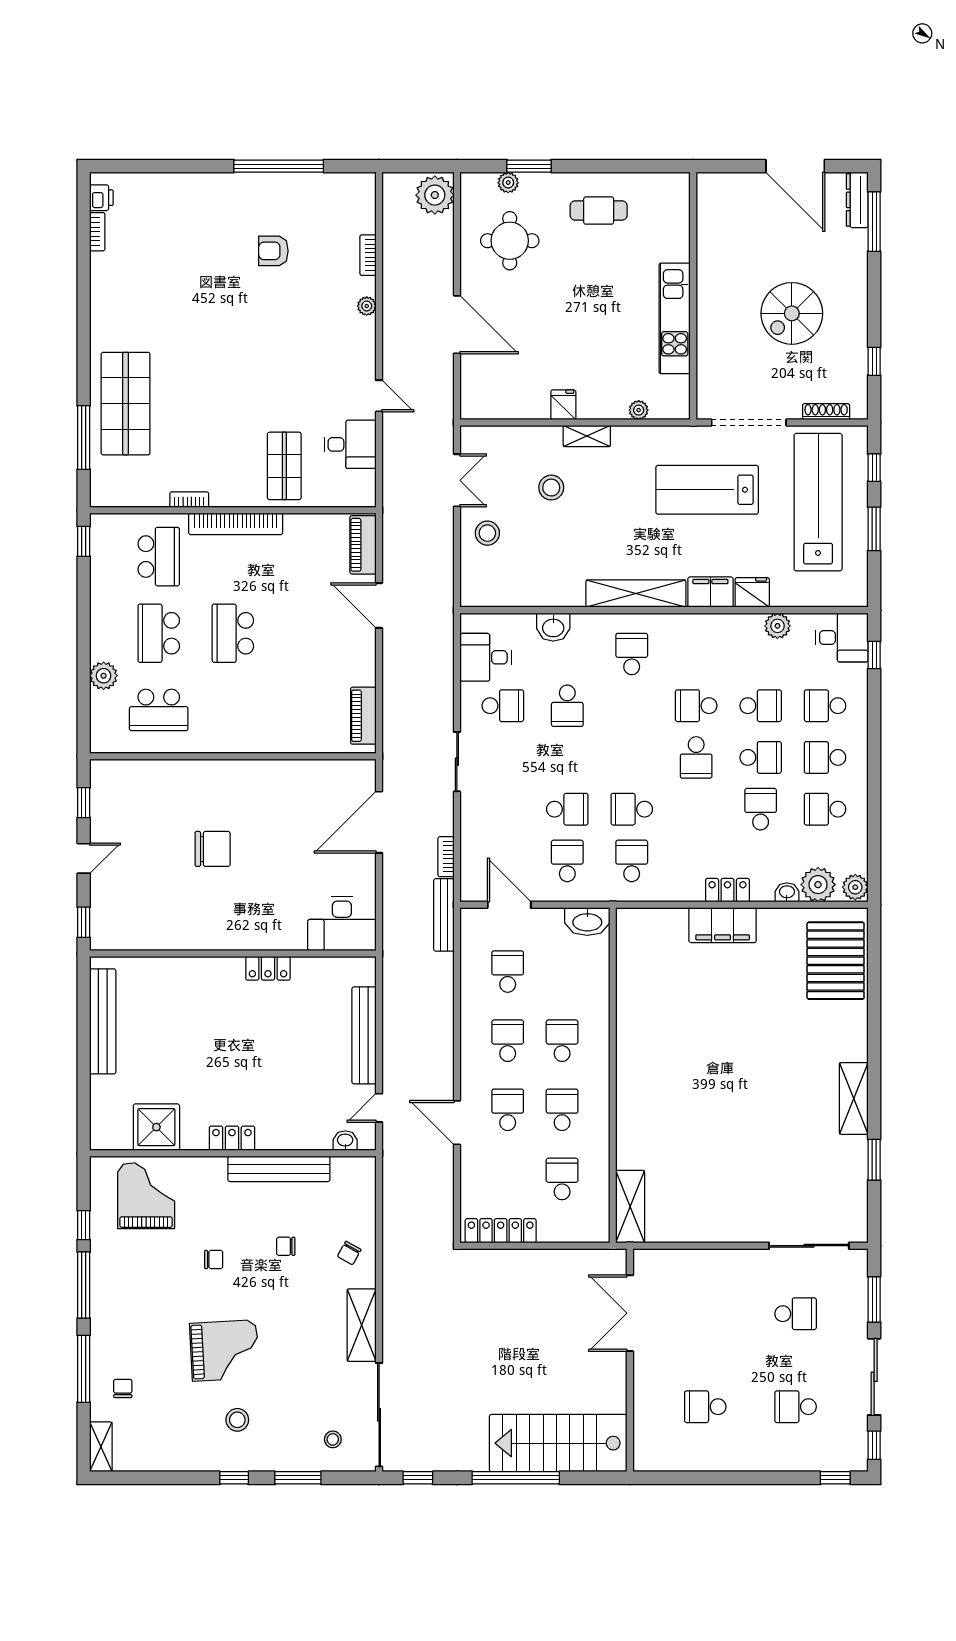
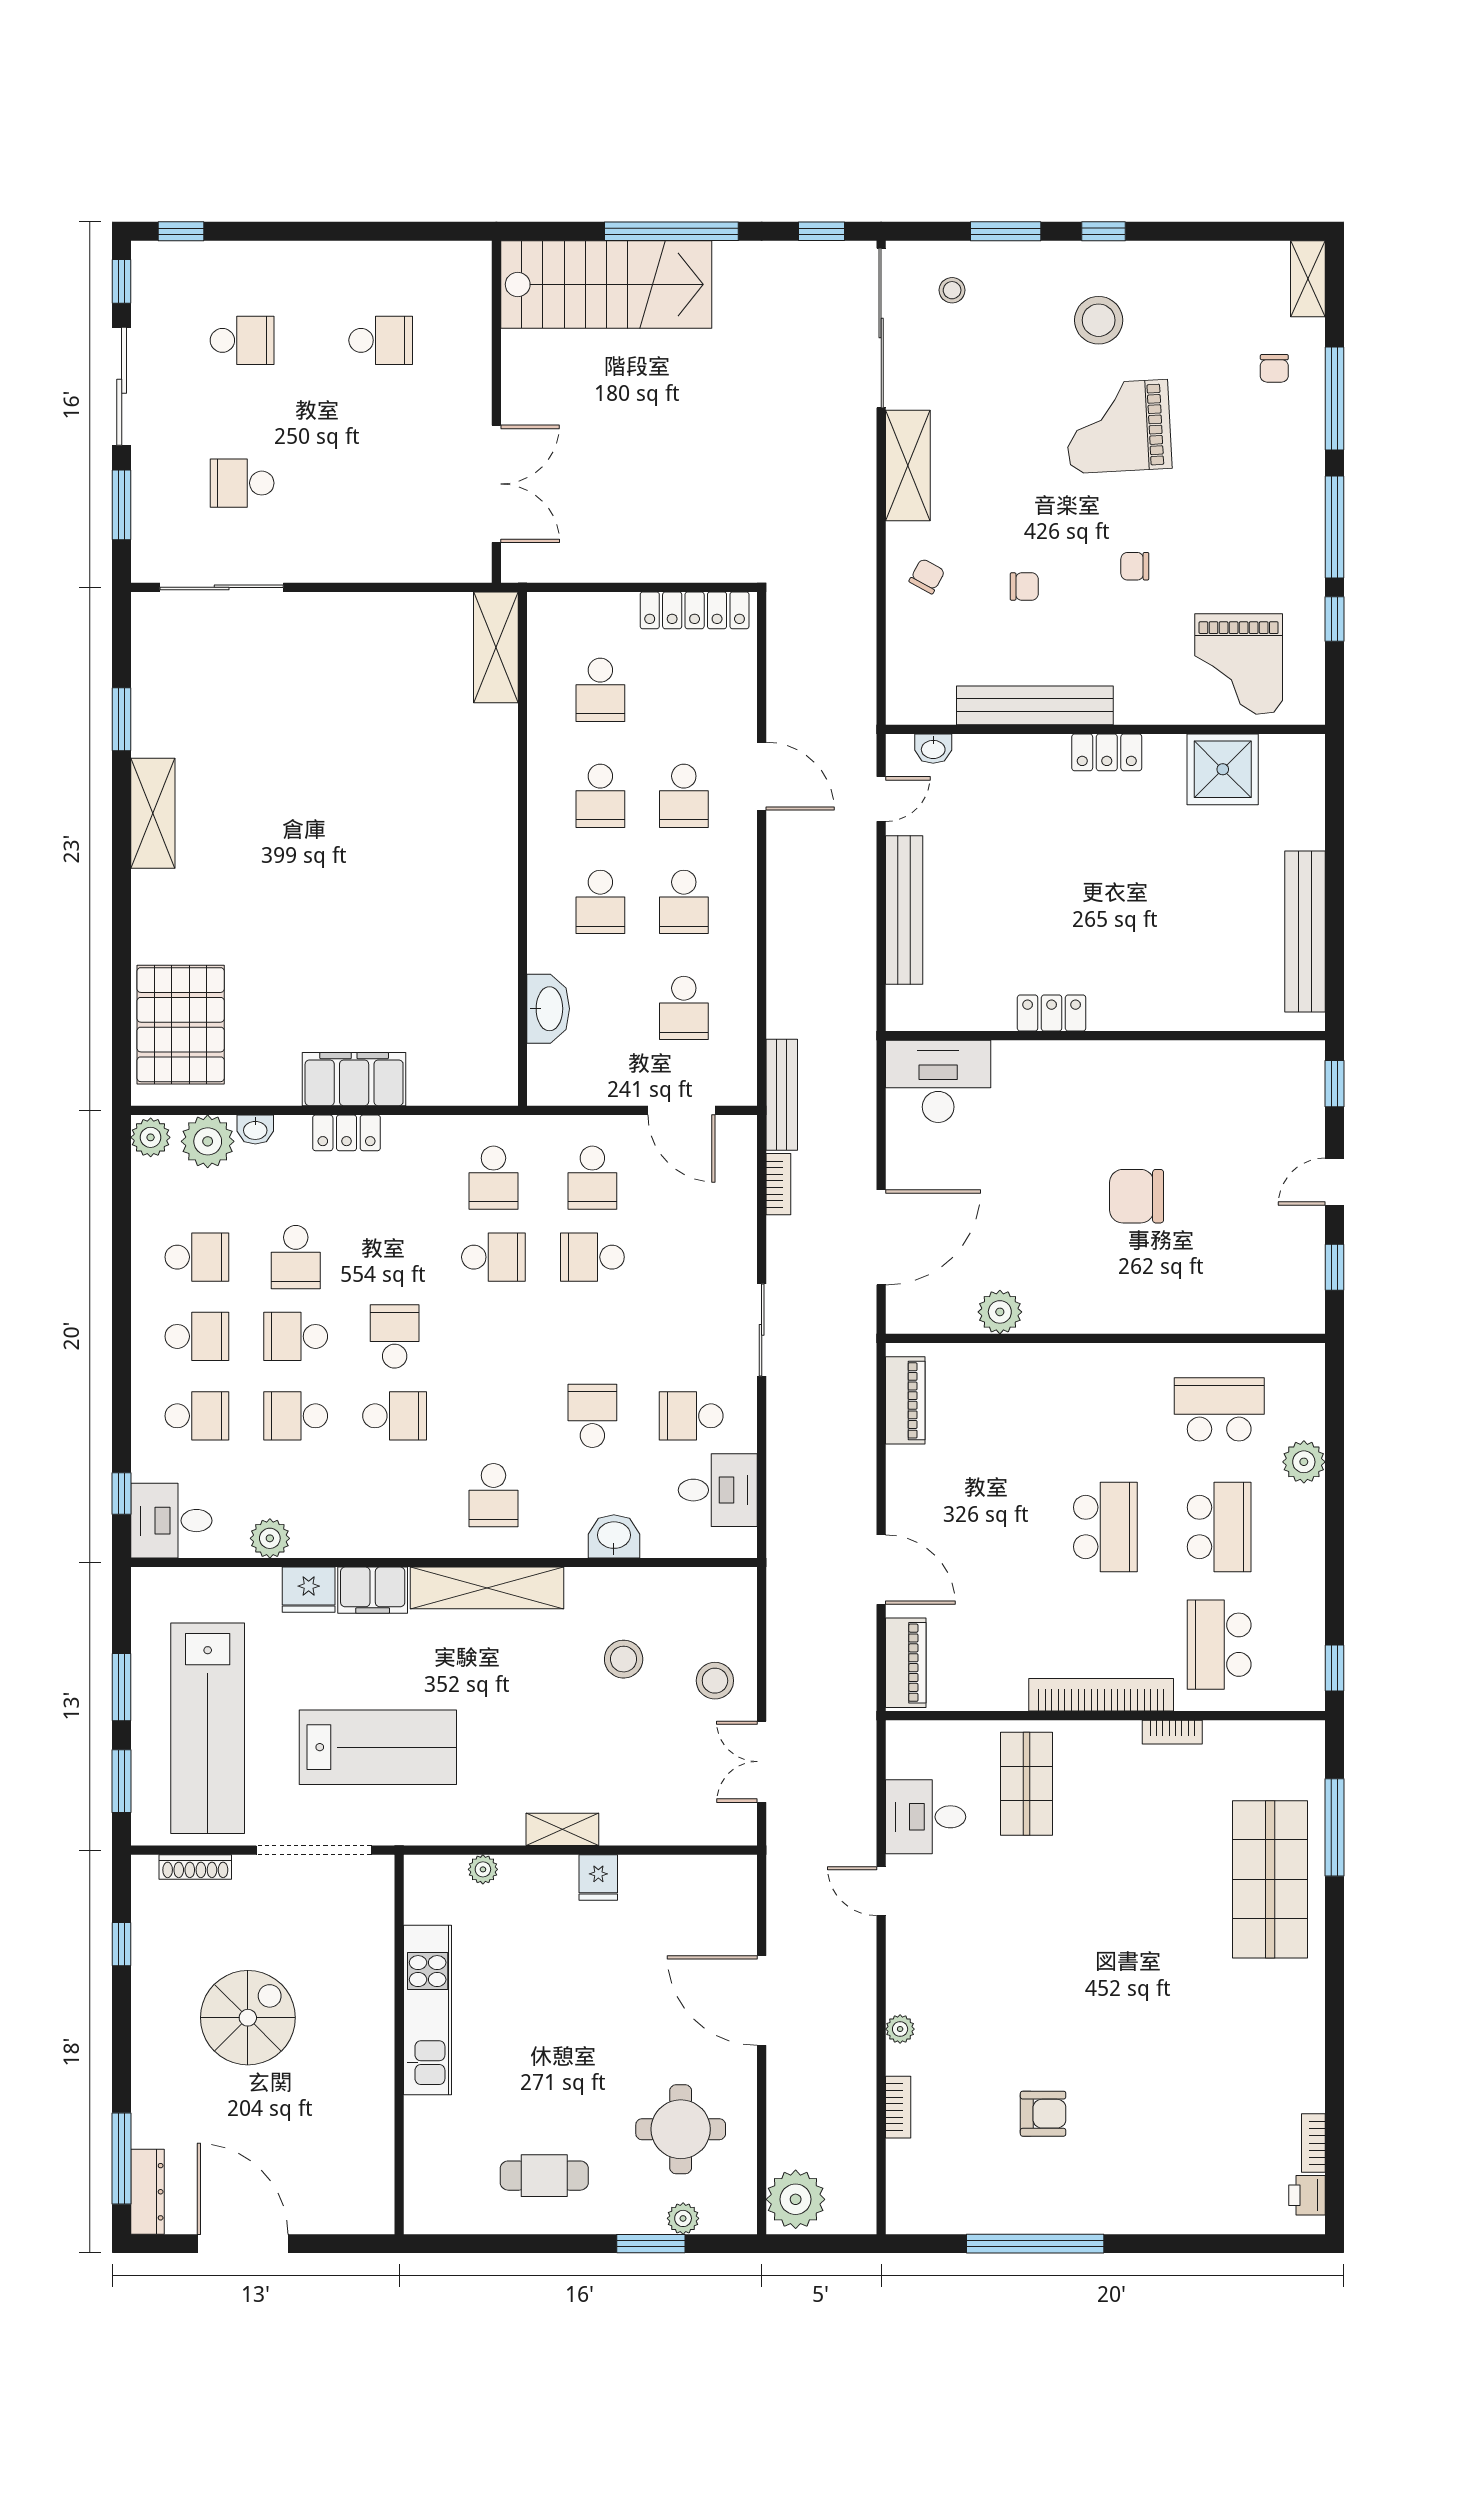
window: (874, 468) -> (122, 1781), width x1.50
stool: (551, 488) -> (624, 1659), moved
plant: (302, 773) -> (1000, 1312), added
washbasin: (587, 922) -> (548, 1009), moved, turned 90
stool: (237, 1420) -> (1099, 320), width x1.38, depth x1.38

